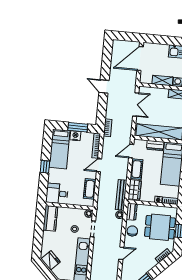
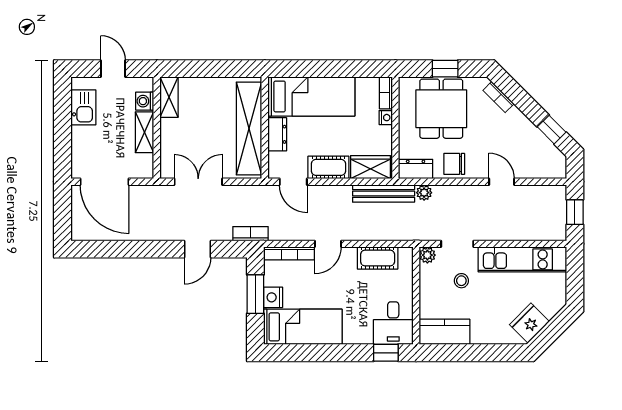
door: (104, 87) -> (198, 249), moved
door: (99, 165) -> (328, 244), hinge flipped
window: (45, 167) -> (386, 353), moved

